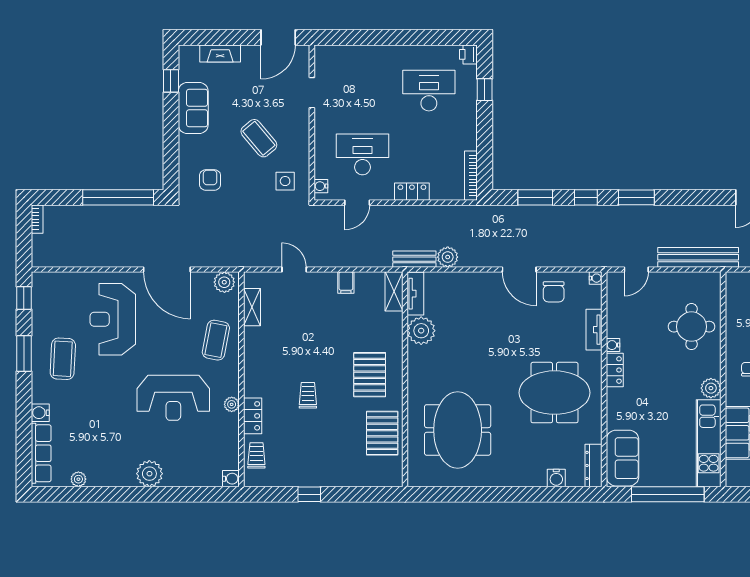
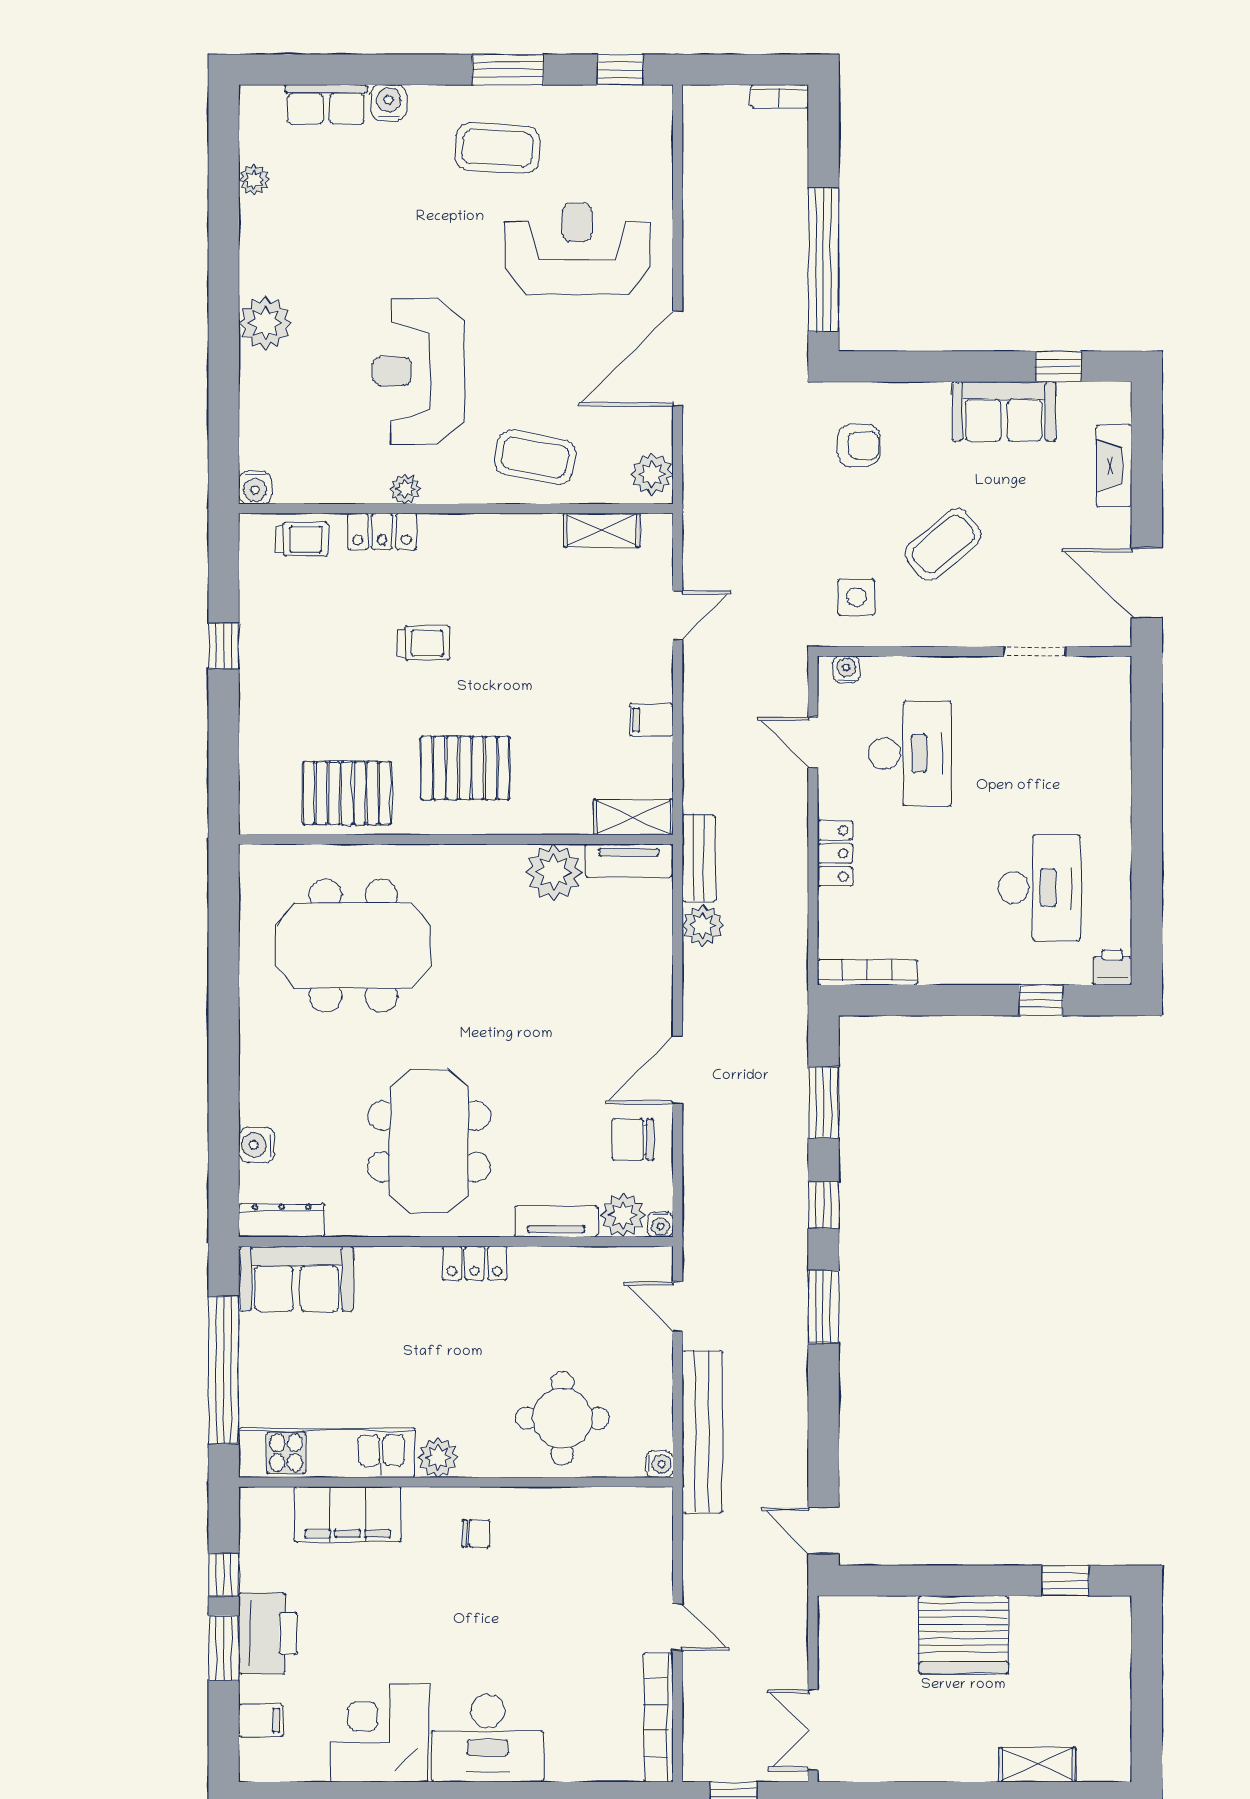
plant: (591, 297) -> (623, 1215), added
water cooler: (613, 345) -> (660, 1464), moved, turned 90
row of seats: (41, 453) -> (326, 104), width x0.68

